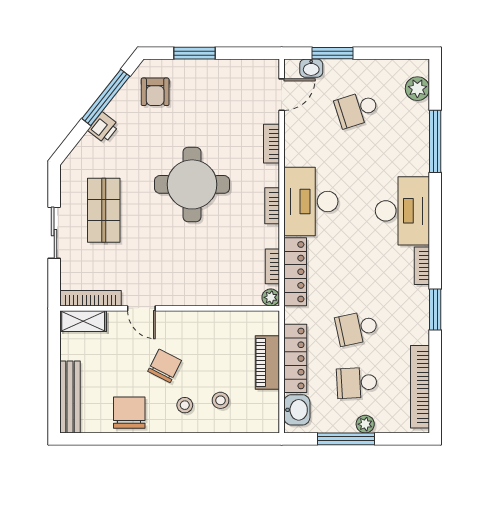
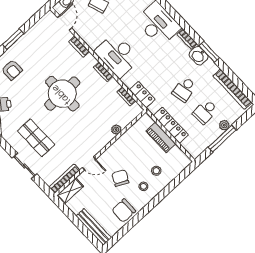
locker: (295, 272) -> (142, 95), width x0.66
plant: (271, 297) -> (116, 130), moved
washbasin: (297, 410) -> (199, 56), moved, turned 180
chair: (129, 413) -> (124, 211), turned -90

